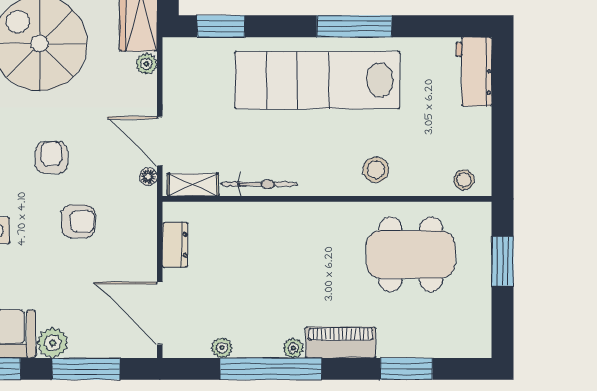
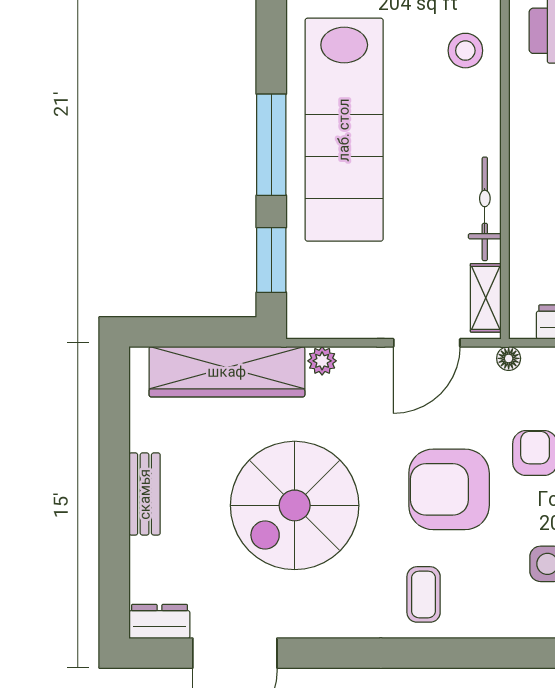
window: (354, 26) -> (271, 145), moved
armchair: (51, 158) -> (449, 489), width x1.88, depth x1.88
floor lamp: (148, 177) -> (509, 358), moved

